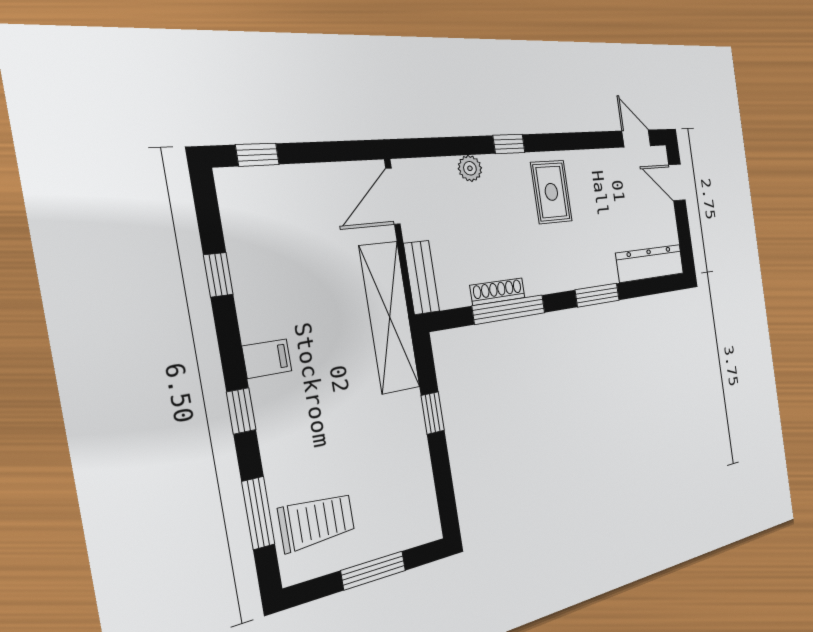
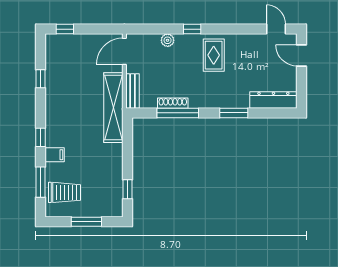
filing cabinet: (267, 359) -> (55, 155), moved
window: (433, 413) -> (128, 189), moved

